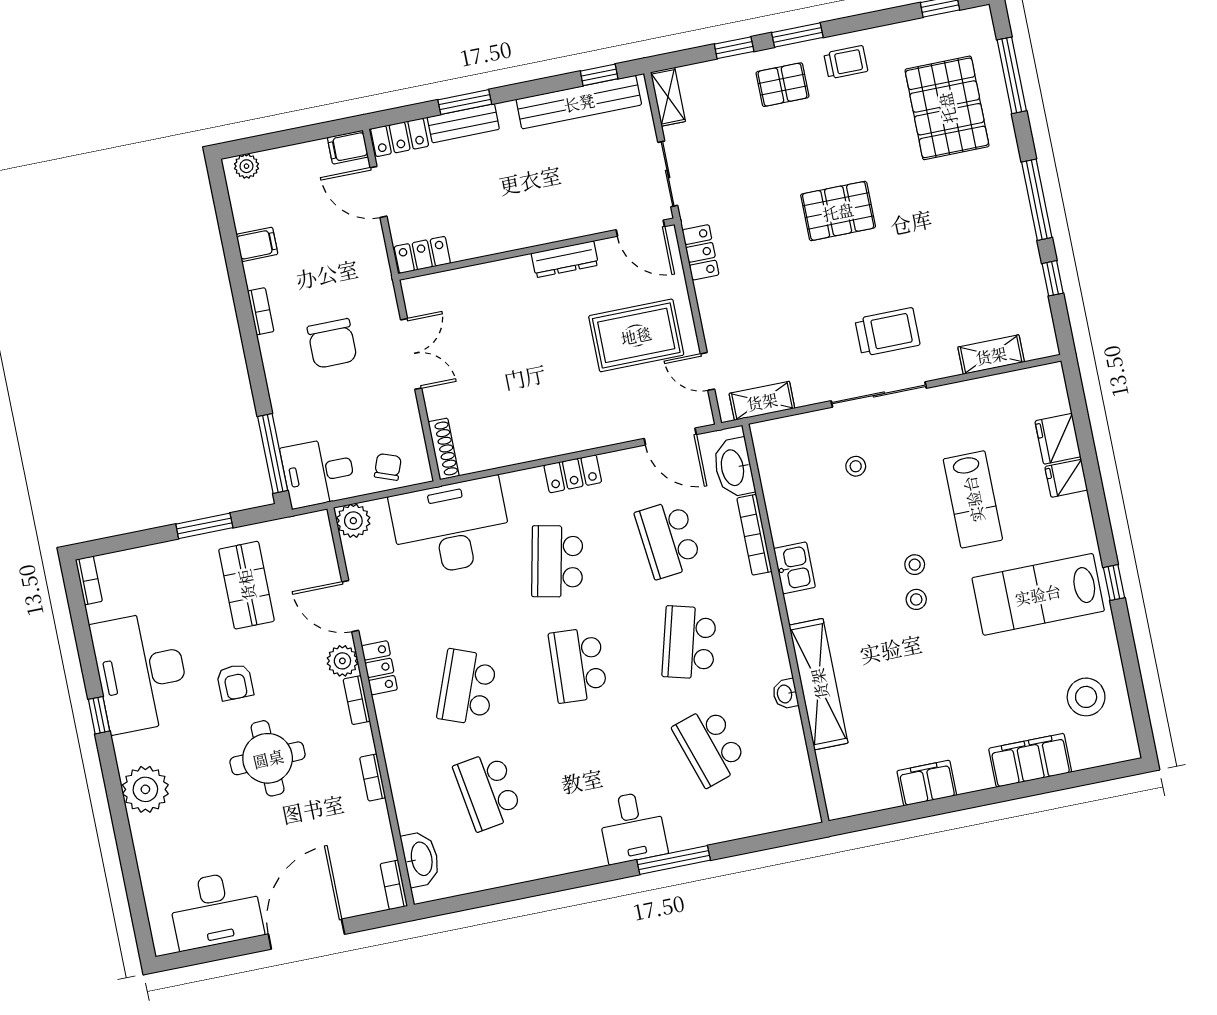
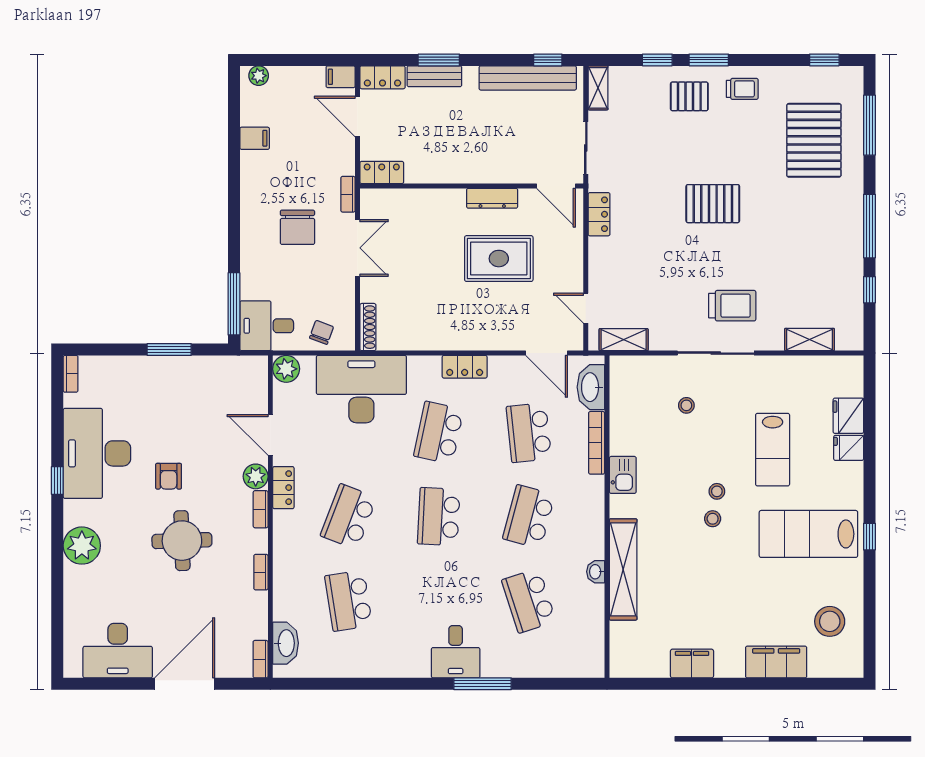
bookcase: (261, 311) -> (348, 194), moved, turned 180
rug: (636, 335) -> (499, 259), moved
shop shelf: (246, 585) -> (193, 402), removed

